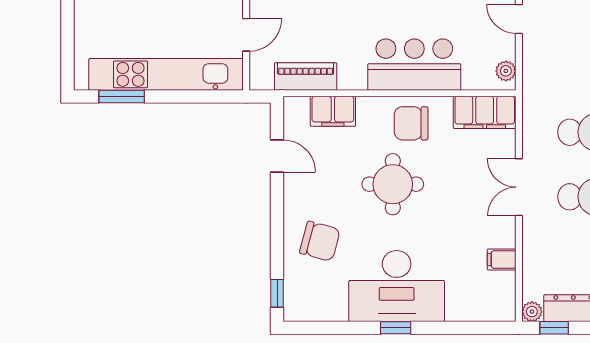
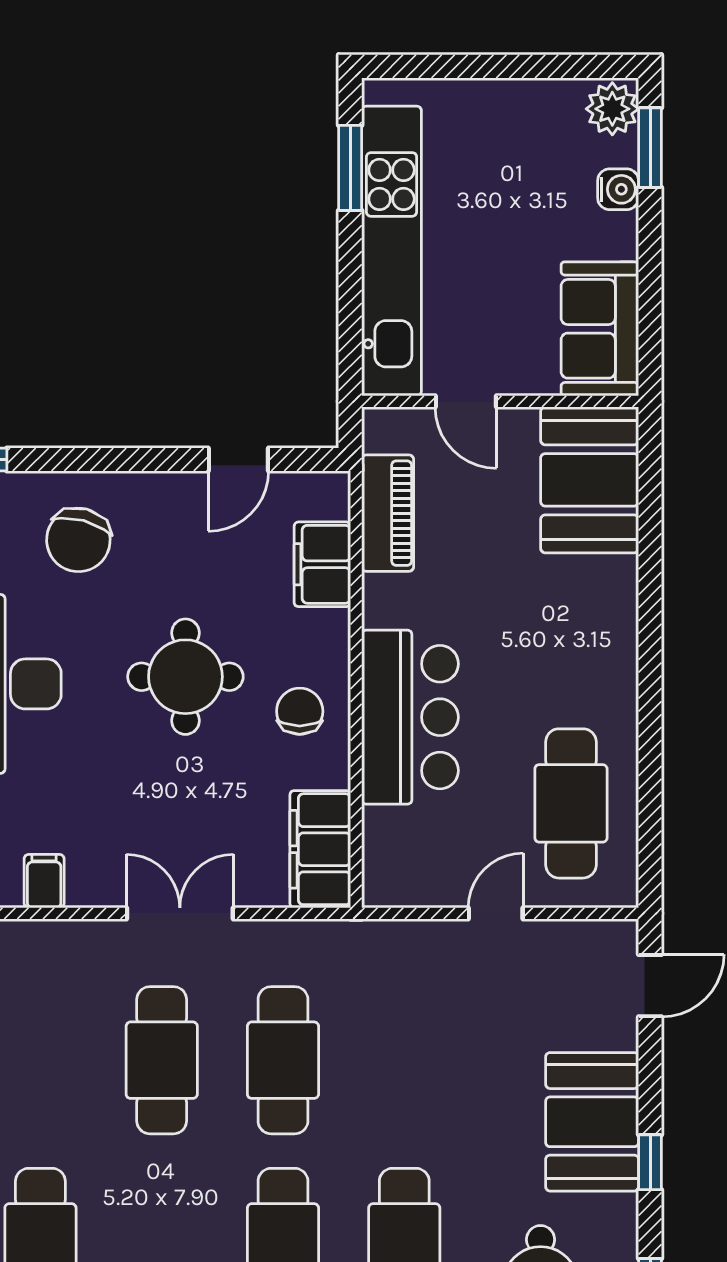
plant: (506, 71) -> (398, 889), removed
chair: (411, 123) -> (300, 711), width x0.73, depth x0.73

